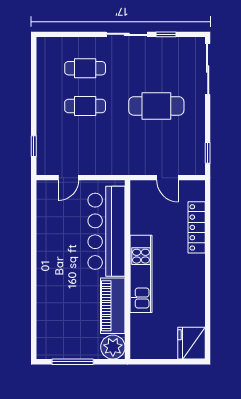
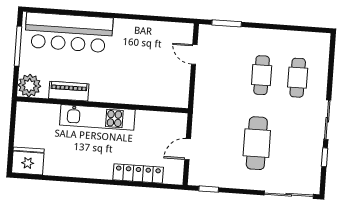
window: (34, 146) -> (227, 23), width x1.50
bar counter: (107, 231) -> (69, 32), moved, turned 180
piano: (113, 306) -> (69, 91), width x0.73, depth x0.75

